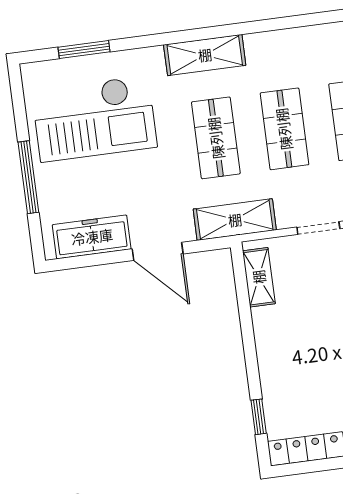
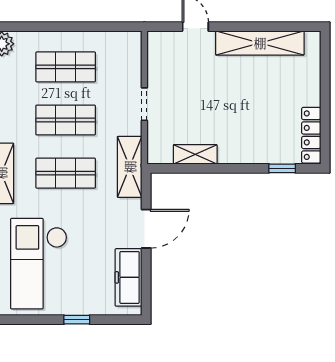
checkout: (94, 119) -> (39, 264), turned 180
window: (28, 177) -> (77, 320), width x0.46
shelving: (259, 277) -> (195, 154), moved

